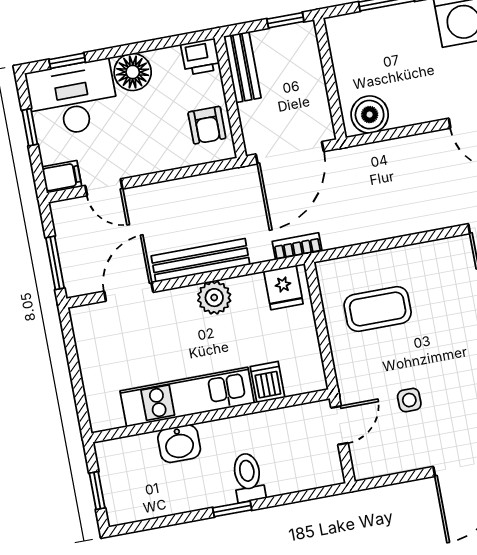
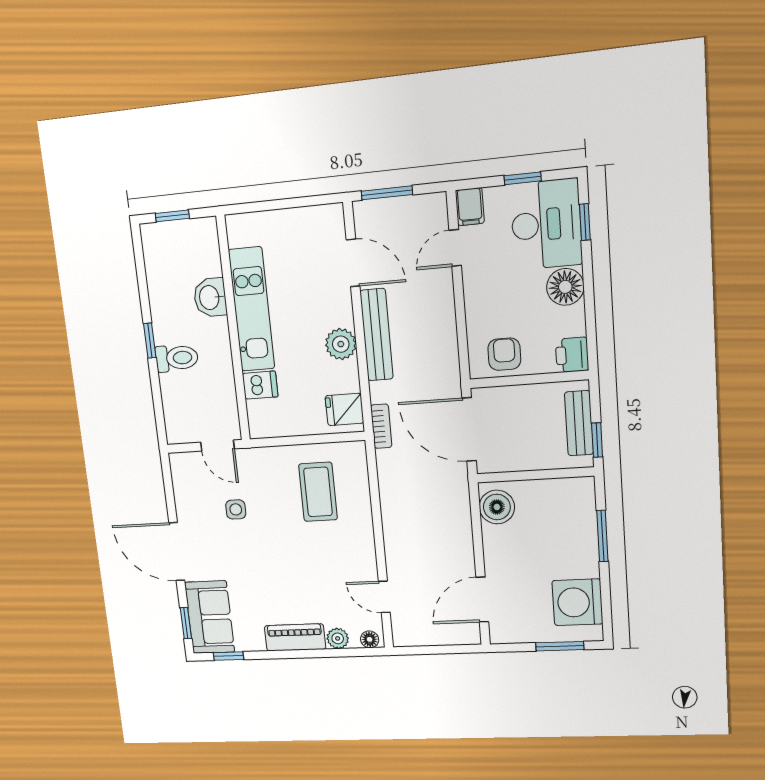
bench: (242, 67) -> (579, 423), moved, turned 90
armchair: (207, 125) -> (504, 354), turned 90

